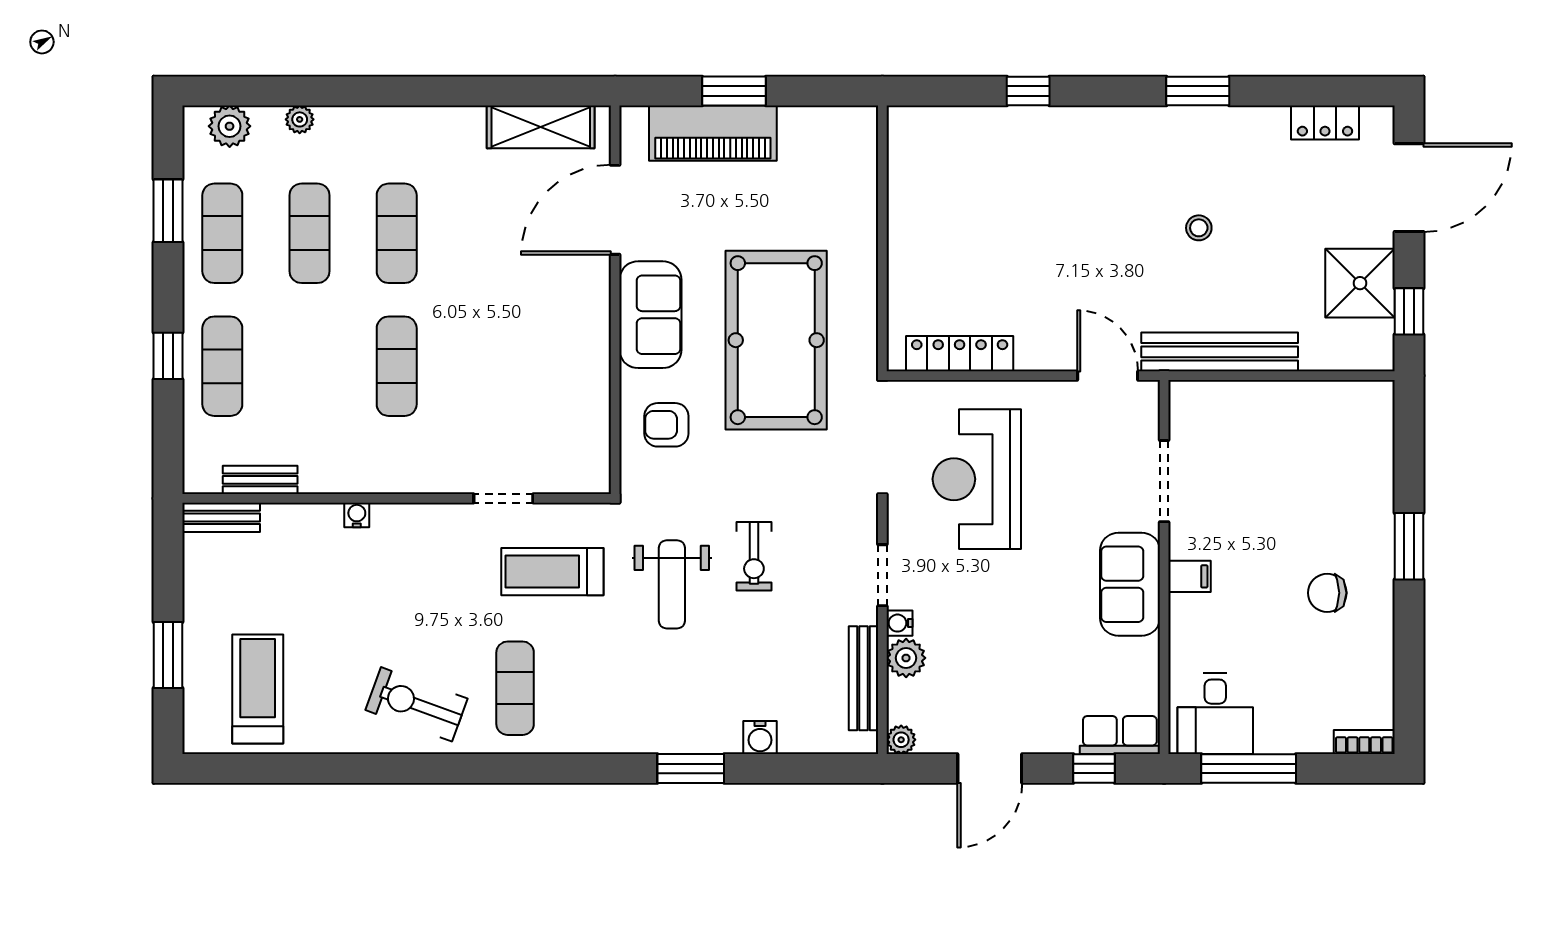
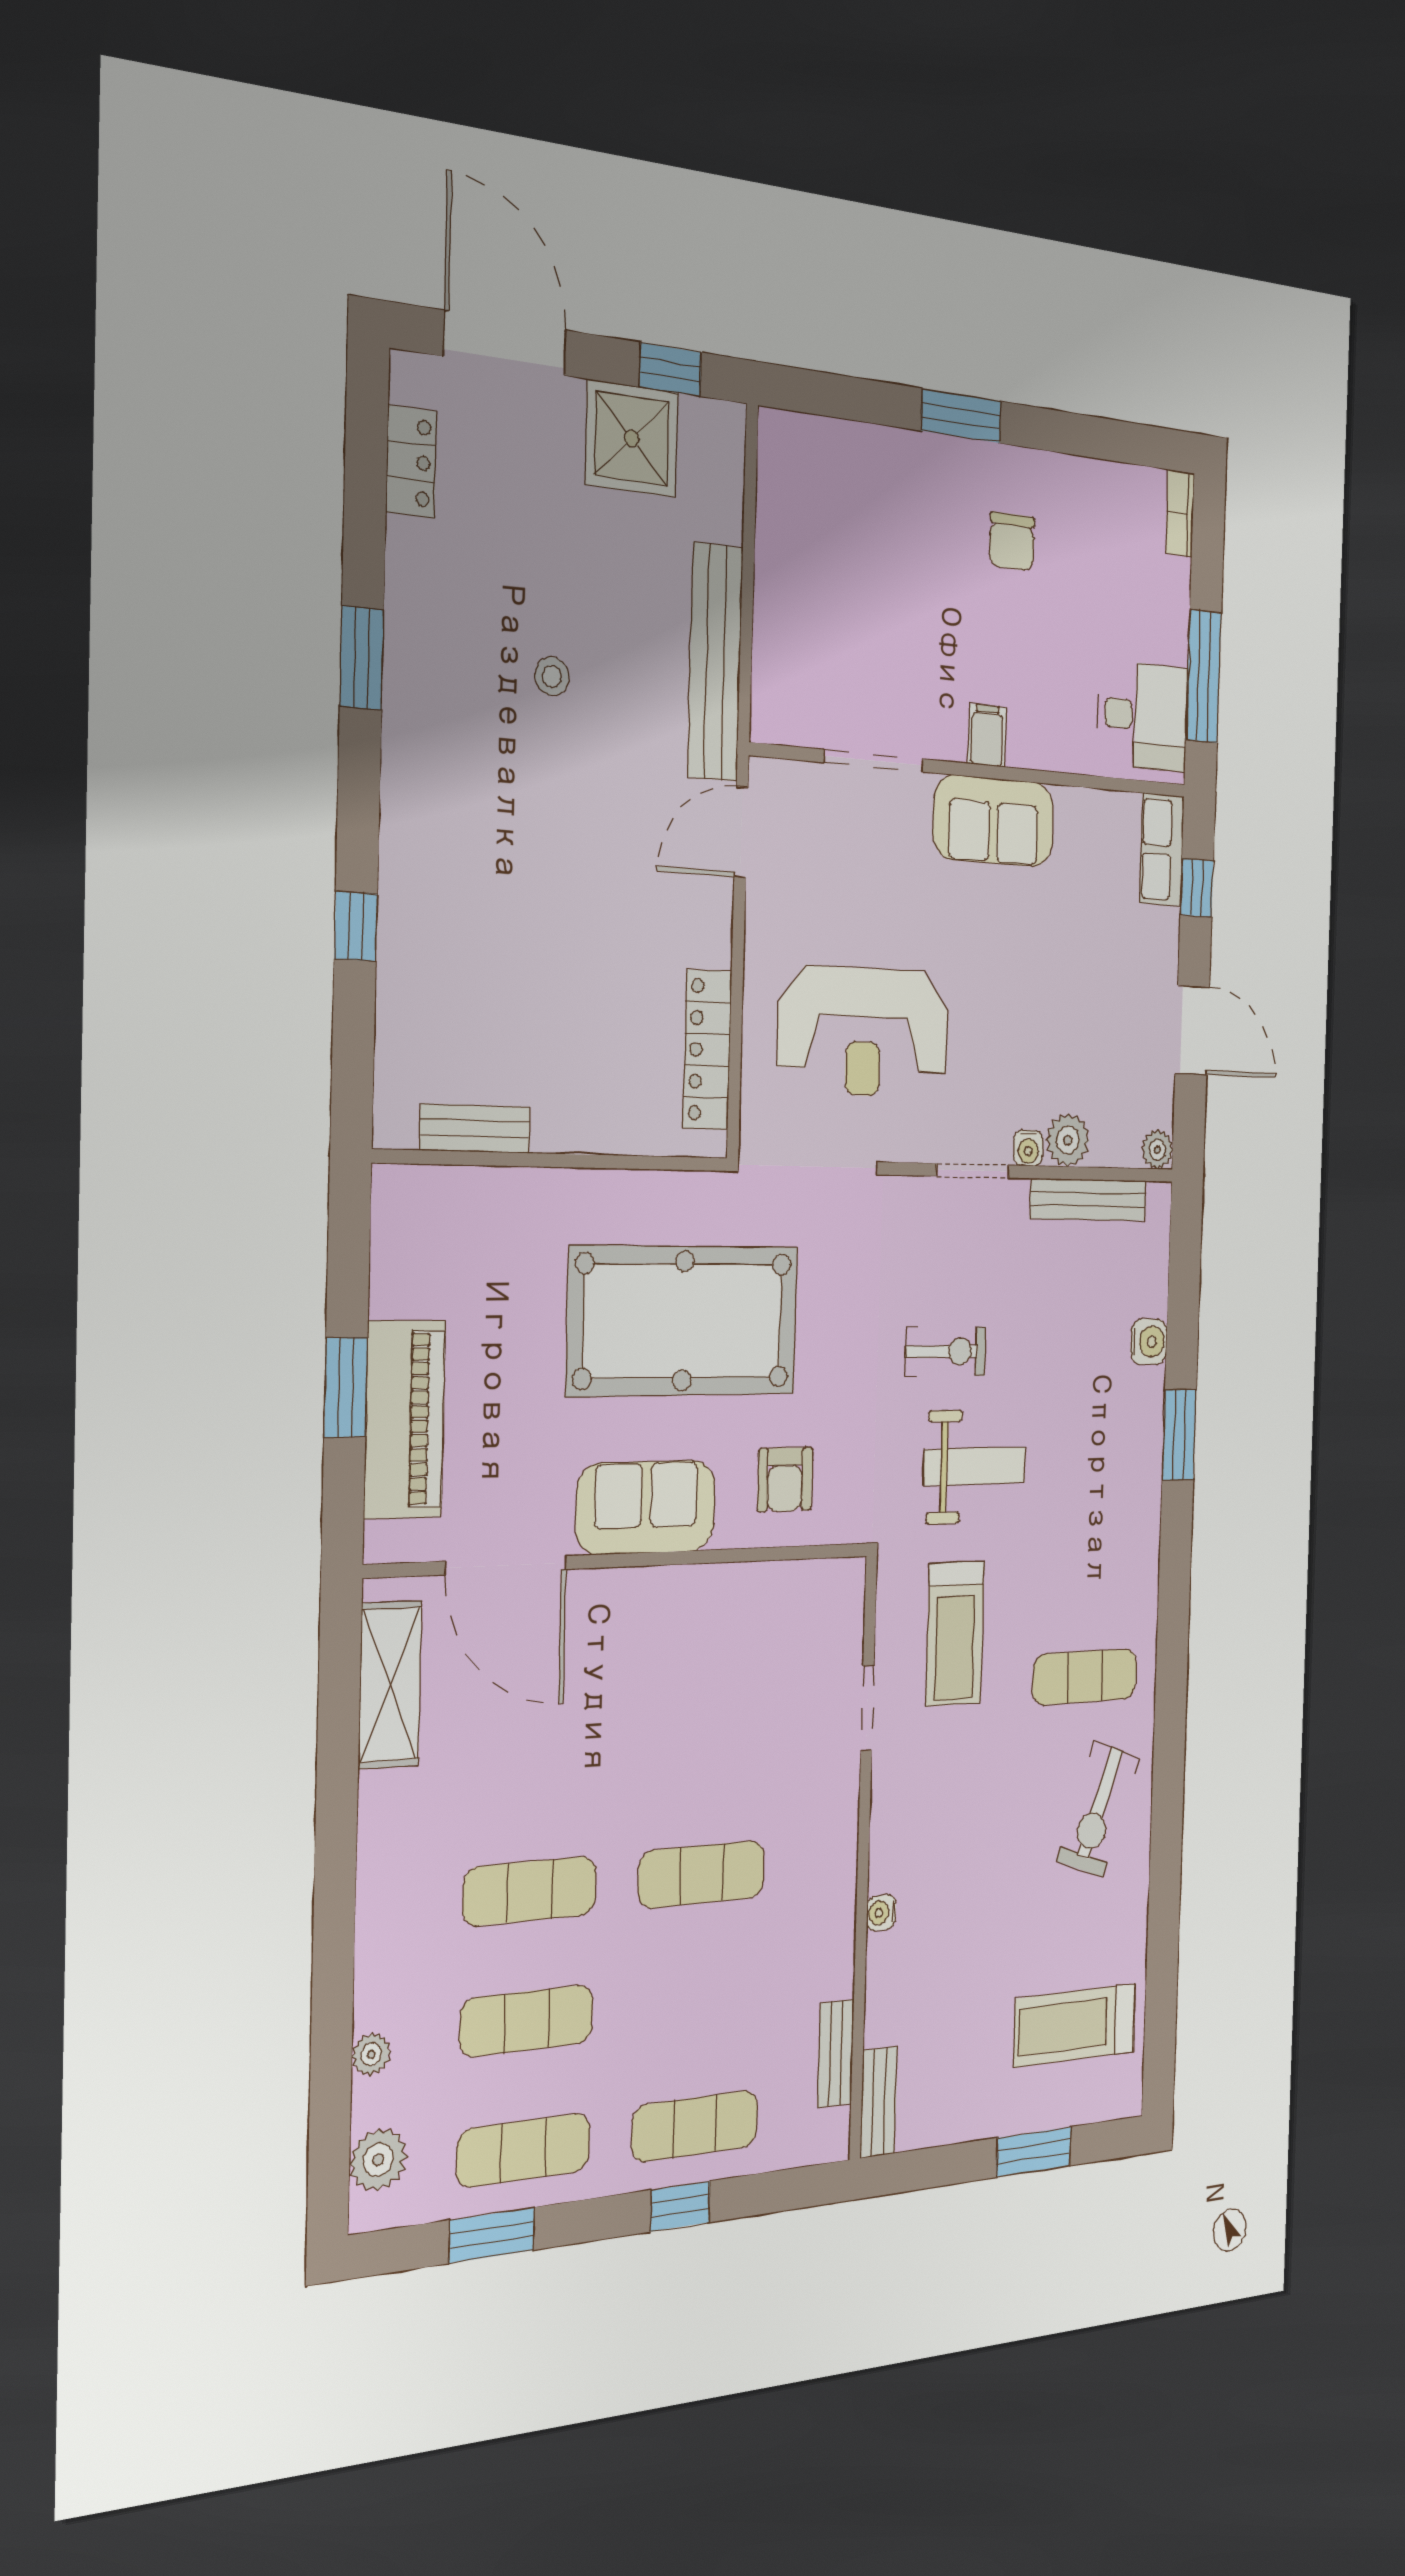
bench: (902, 179) -> (475, 1128), added

